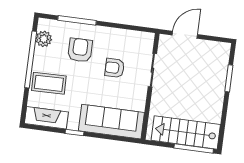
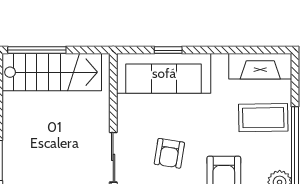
armchair: (115, 68) -> (169, 153), turned 99
window: (74, 133) -> (168, 50), moved

